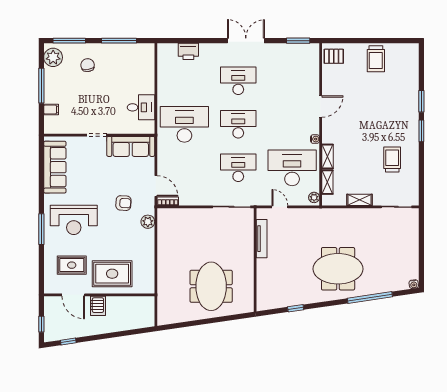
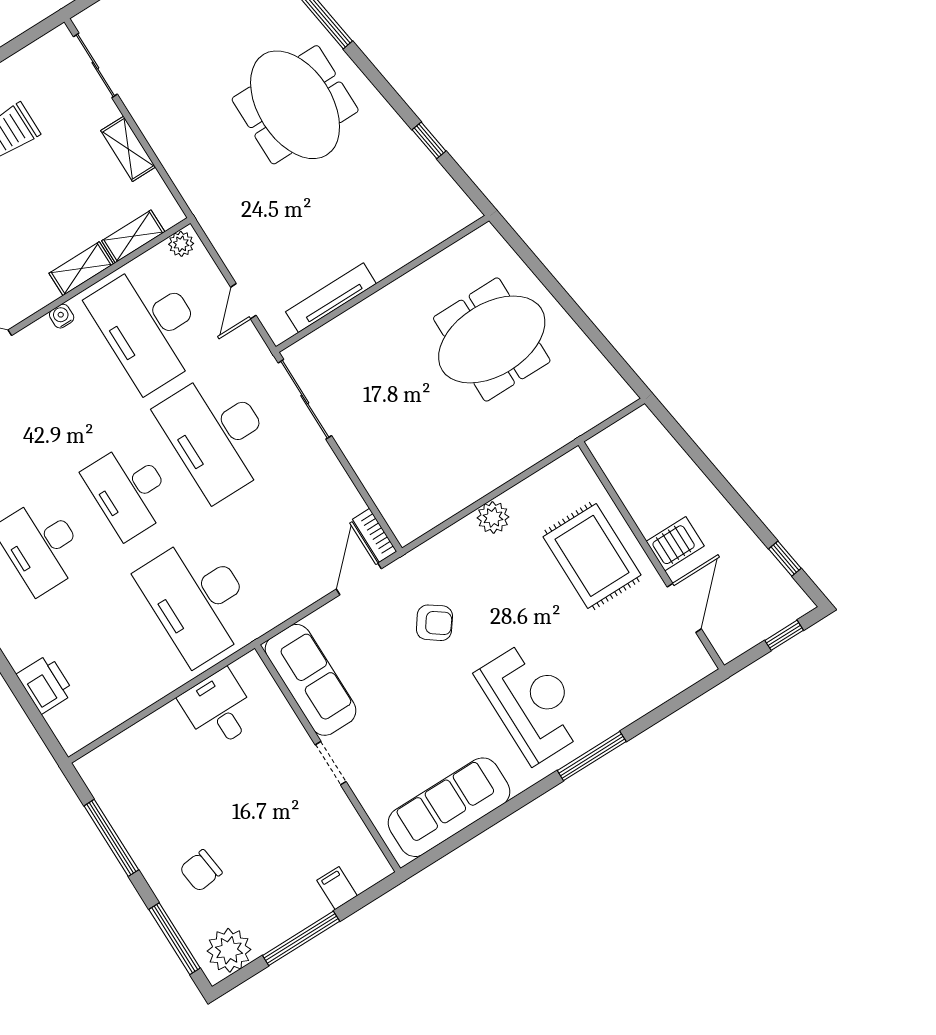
desk: (238, 168) -> (217, 435), width x1.36, depth x1.30
armchair: (123, 203) -> (434, 623), turned 122
plant: (148, 222) -> (493, 517), moved
rug: (72, 265) -> (626, 649), removed

